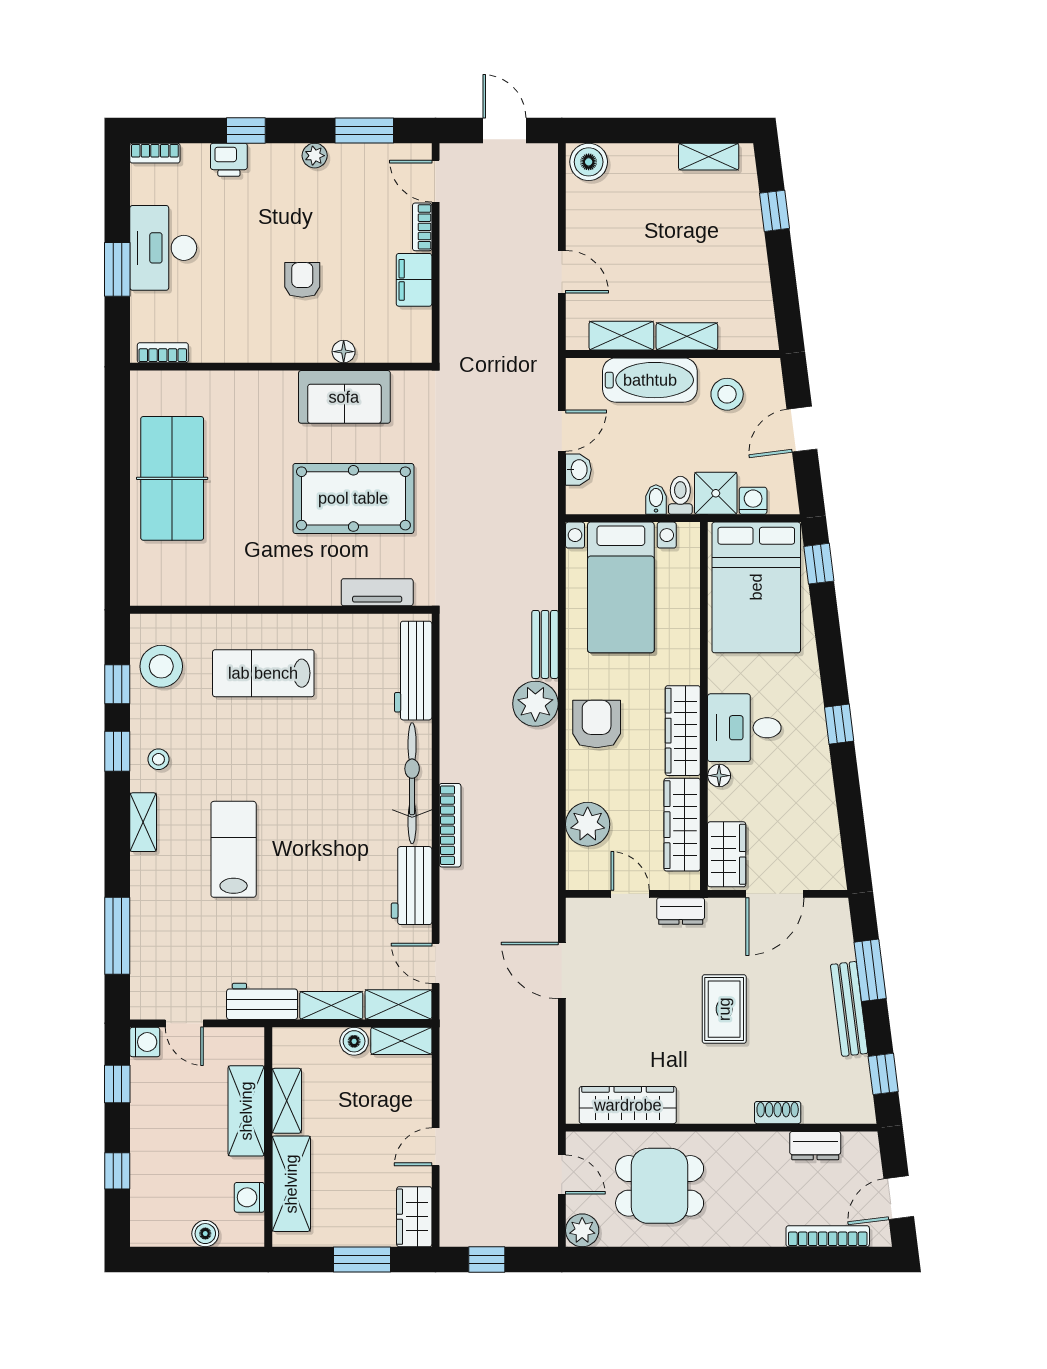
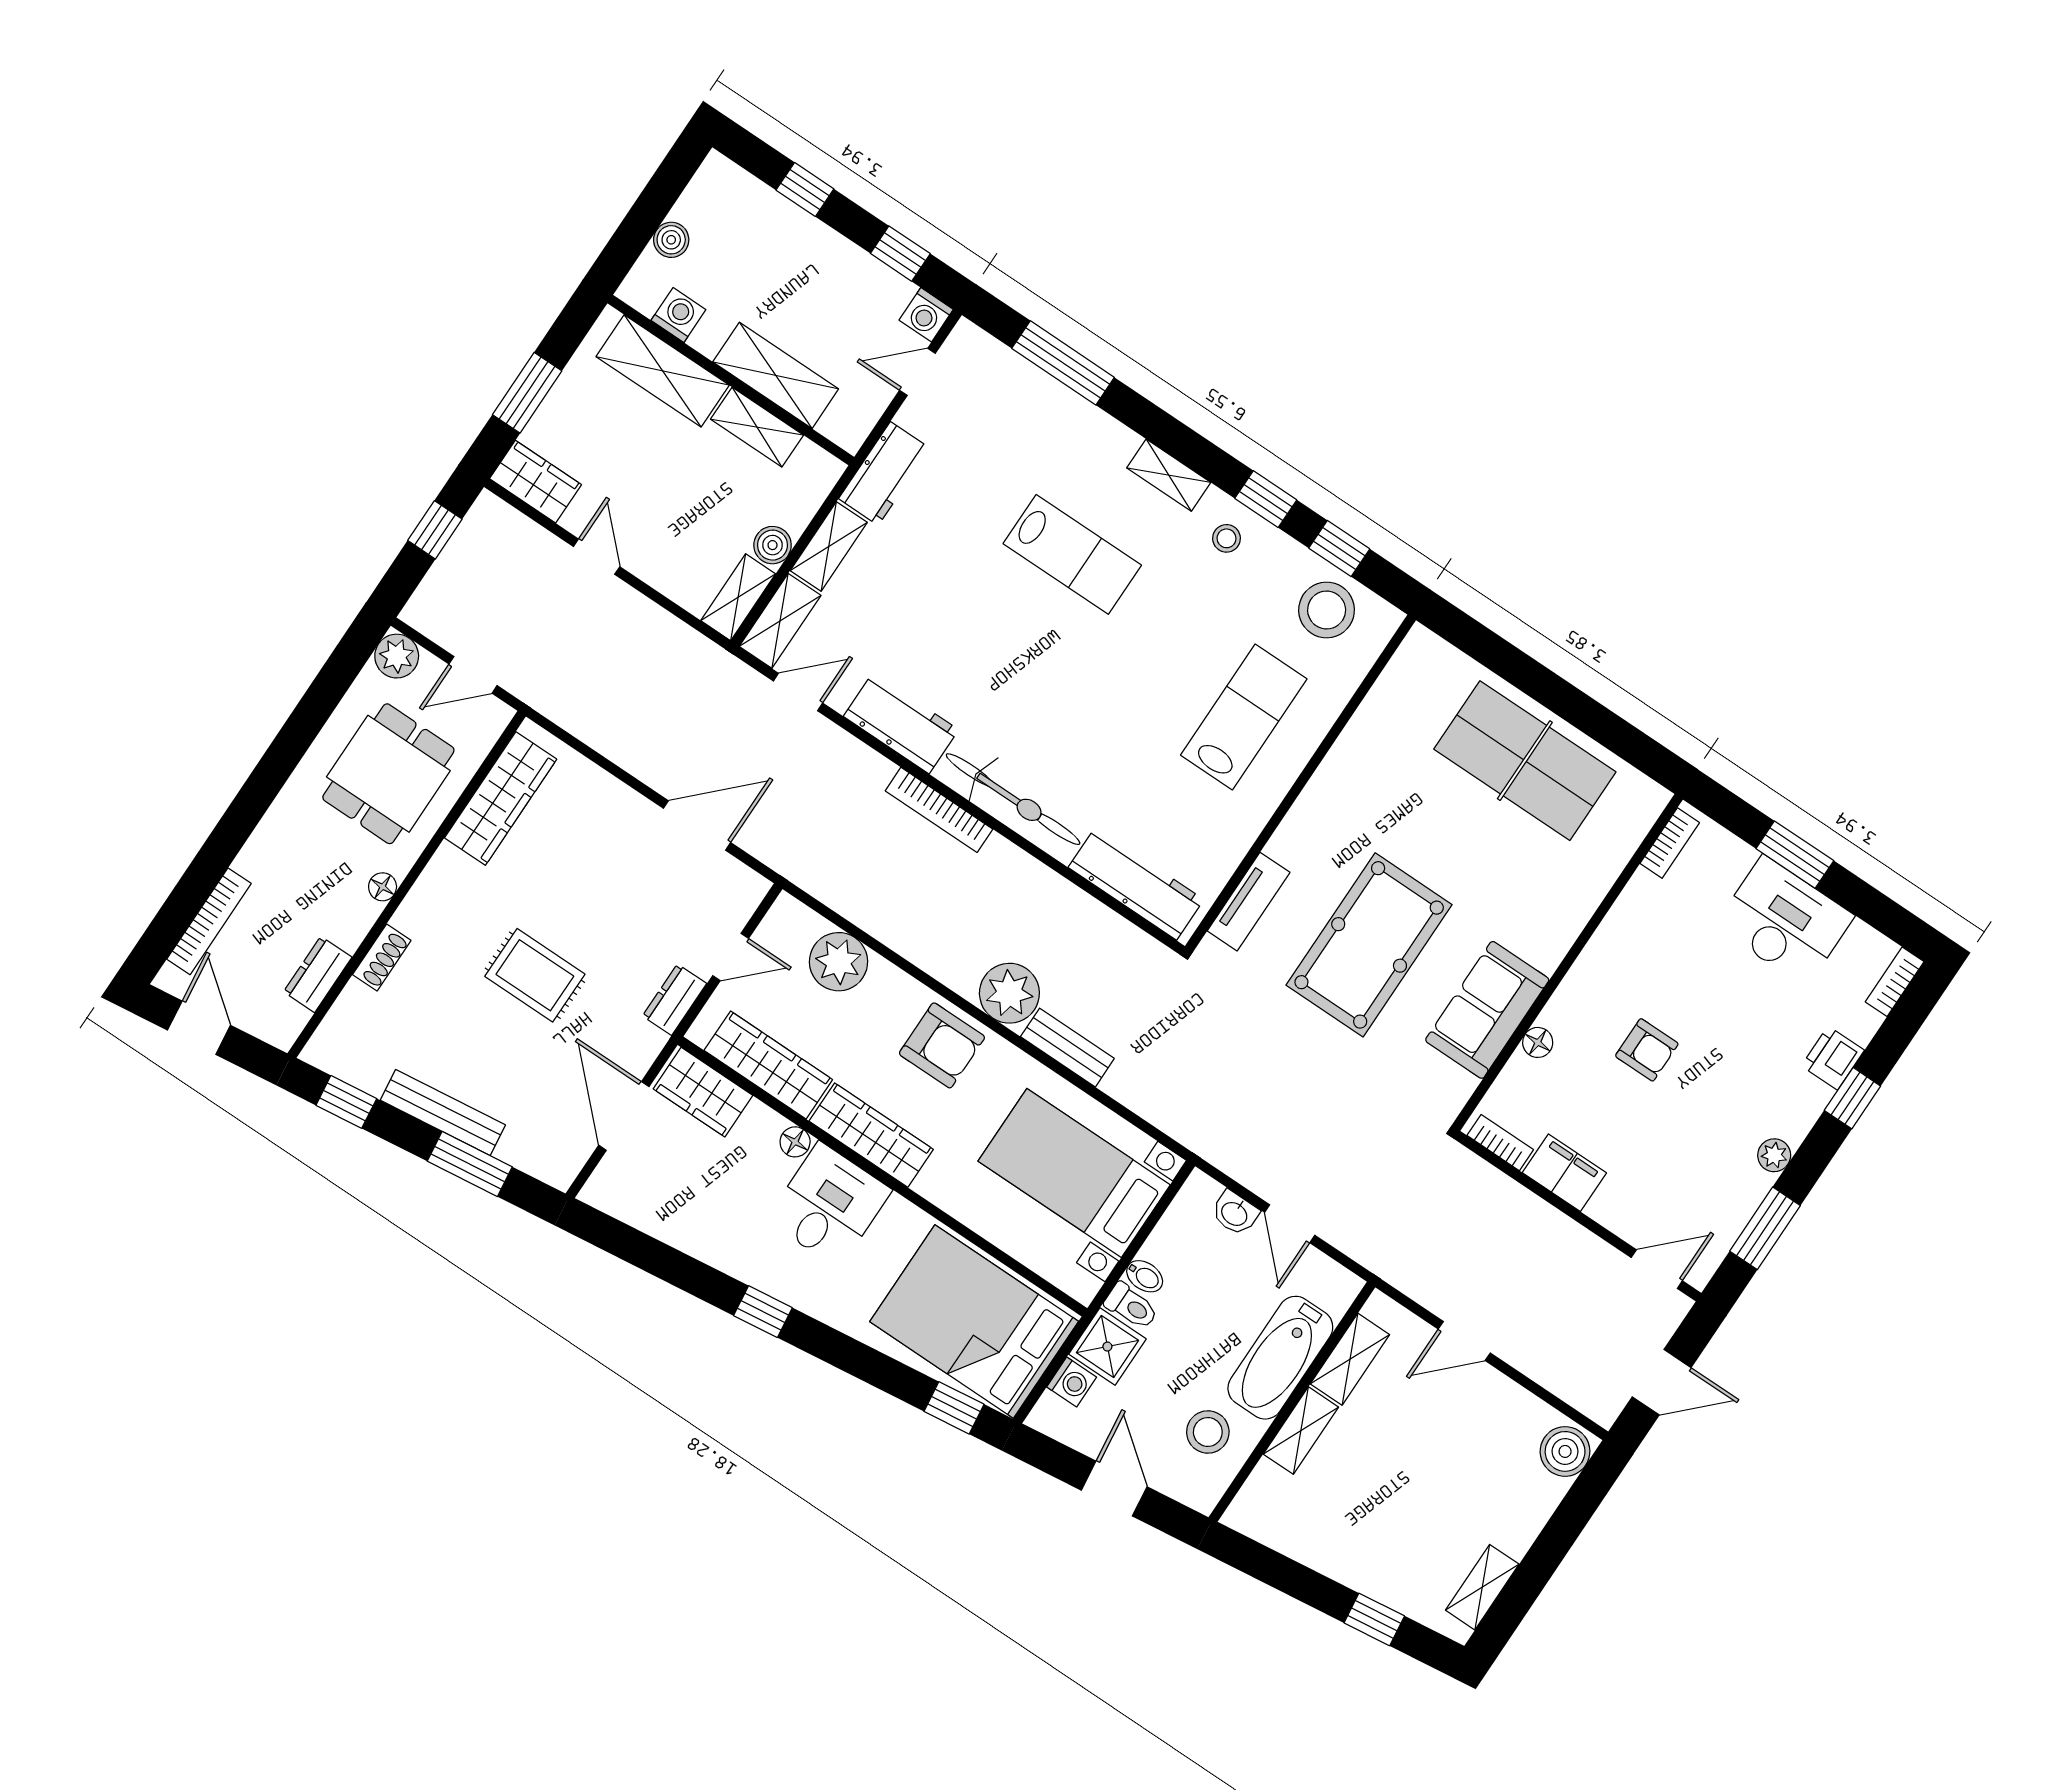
bookcase: (422, 227) -> (1500, 1143), moved
floor lamp: (733, 1142) -> (383, 887), added

